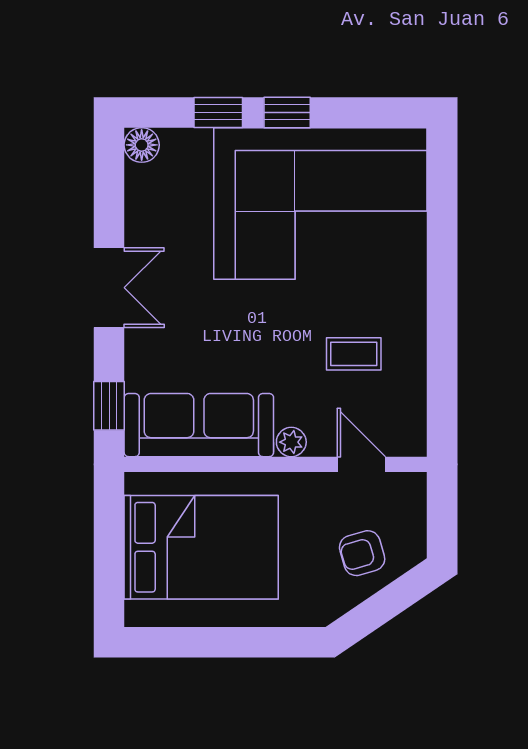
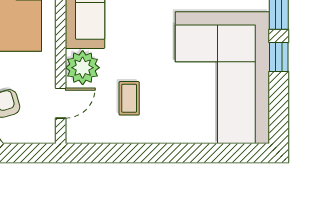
plant: (291, 442) -> (83, 68), width x1.88, depth x1.88

